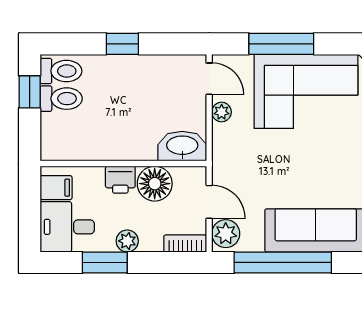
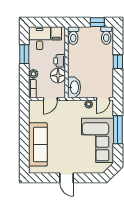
toilet: (61, 99) -> (73, 36), moved
plant: (226, 234) -> (37, 106), removed
plant: (127, 241) -> (33, 74), moved
window: (283, 262) -> (24, 130), removed

